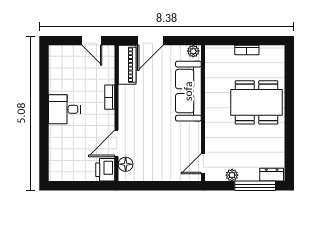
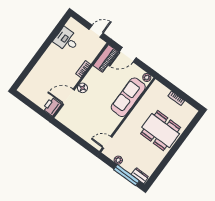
door: (92, 41) -> (96, 31), swing flipped
desk: (64, 109) -> (67, 40), moved
floor lamp: (126, 164) -> (83, 88), moved

